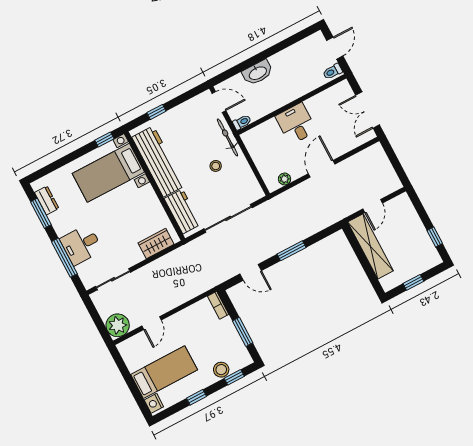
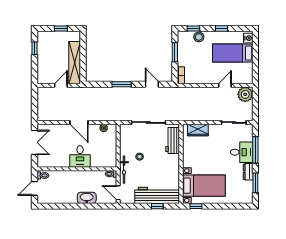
workbench: (158, 161) -> (157, 195), moved, turned 90
door: (322, 169) -> (79, 122), hinge flipped
dresser: (47, 200) -> (248, 172), moved

